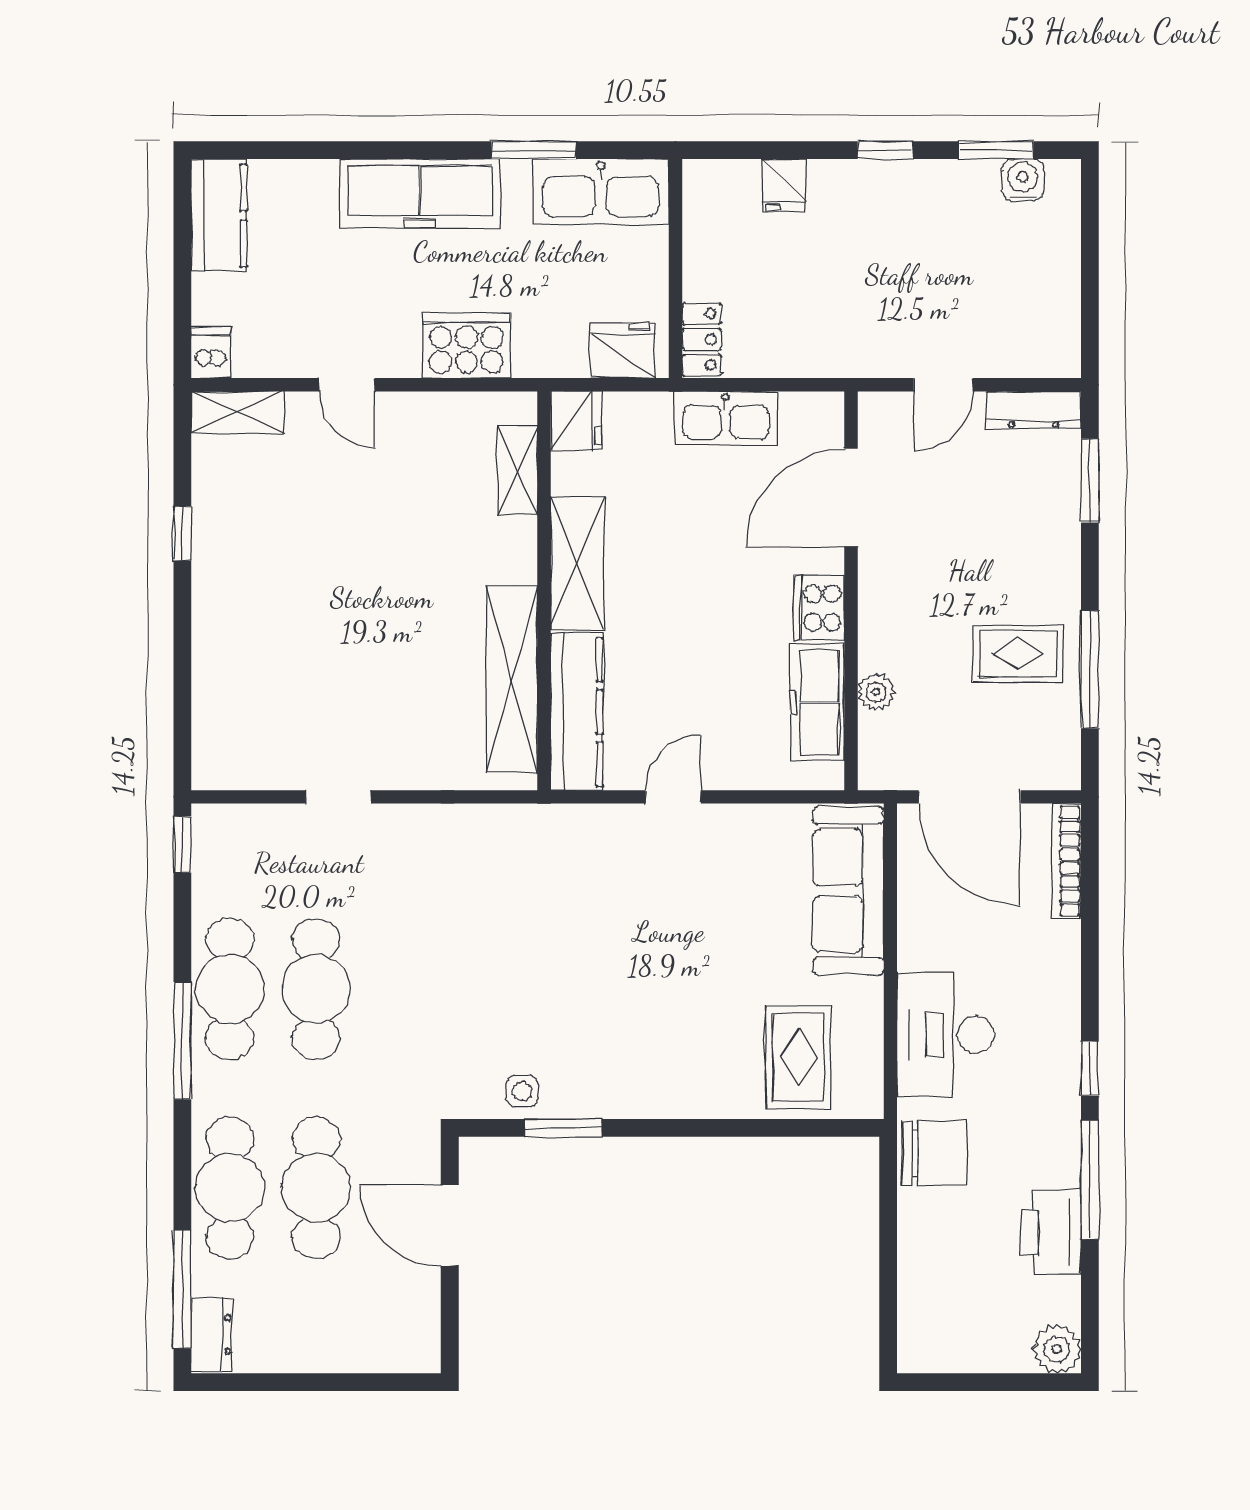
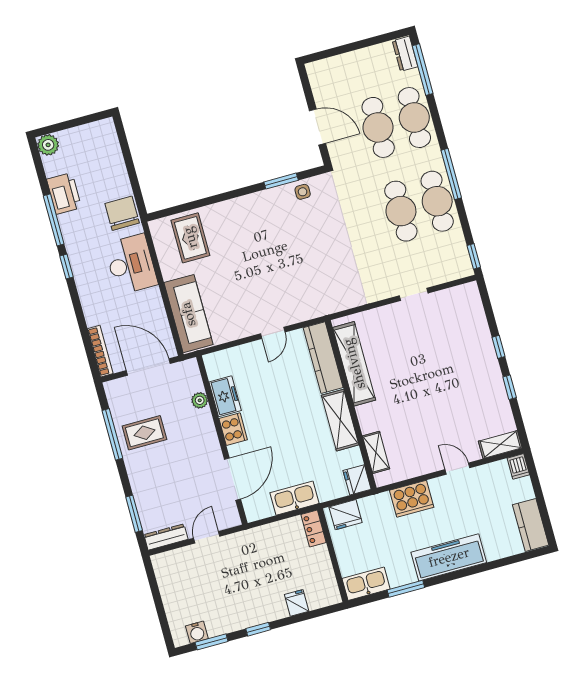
kitchen sink: (601, 192) -> (366, 584), width x0.73, depth x0.81
window: (182, 629) -> (499, 347), added
freezer: (817, 702) -> (225, 396), width x0.71
chair: (934, 1153) -> (122, 213), turned 90

